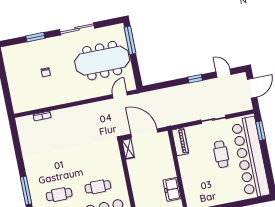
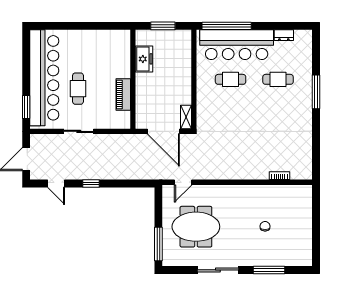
window: (35, 37) -> (269, 270), width x1.44
meeting table: (102, 61) -> (196, 227), width x0.73
piano: (180, 142) -> (123, 95), moved

